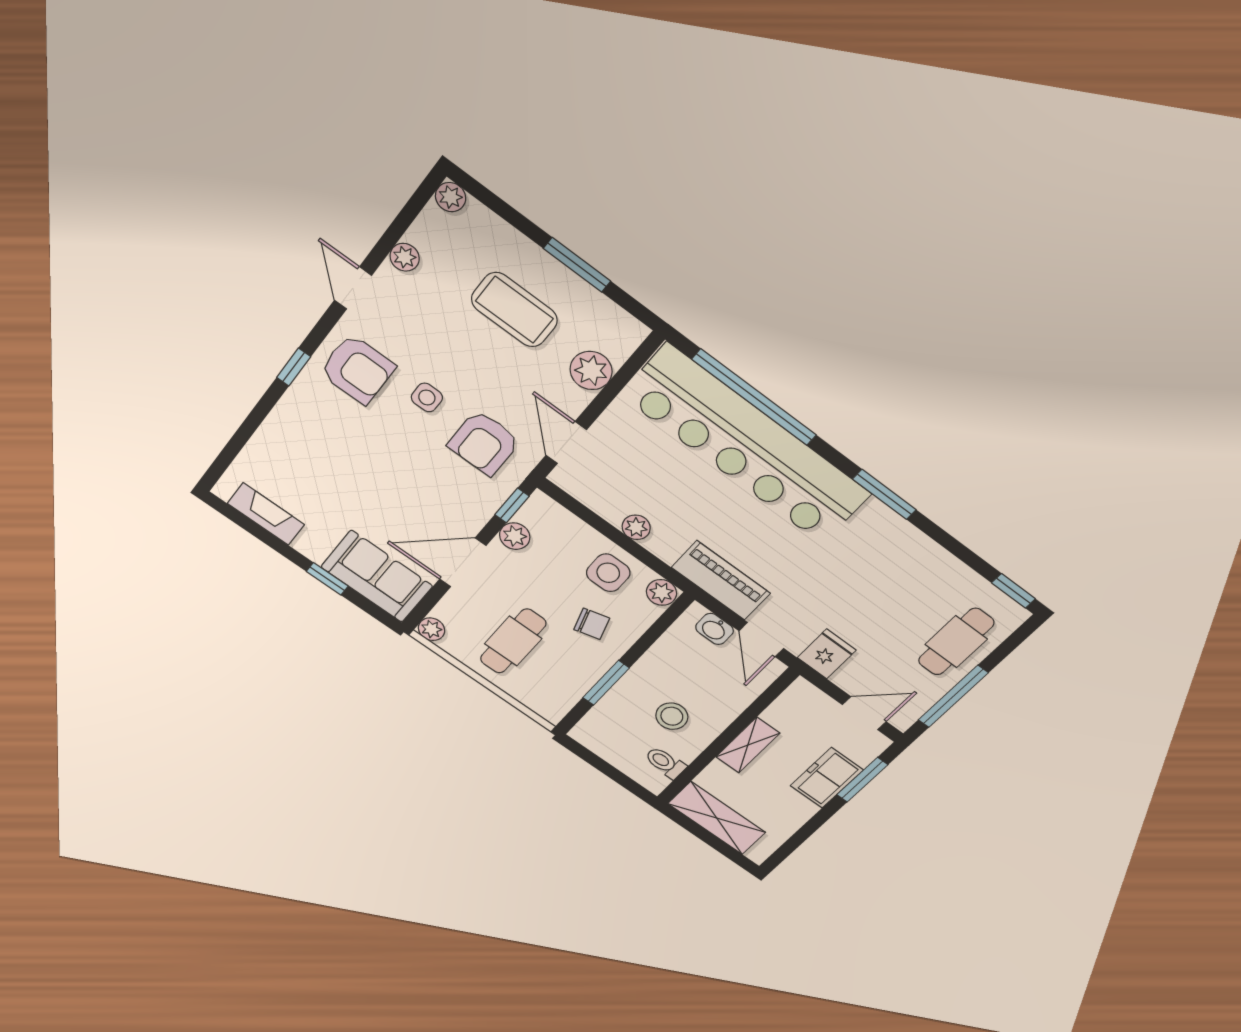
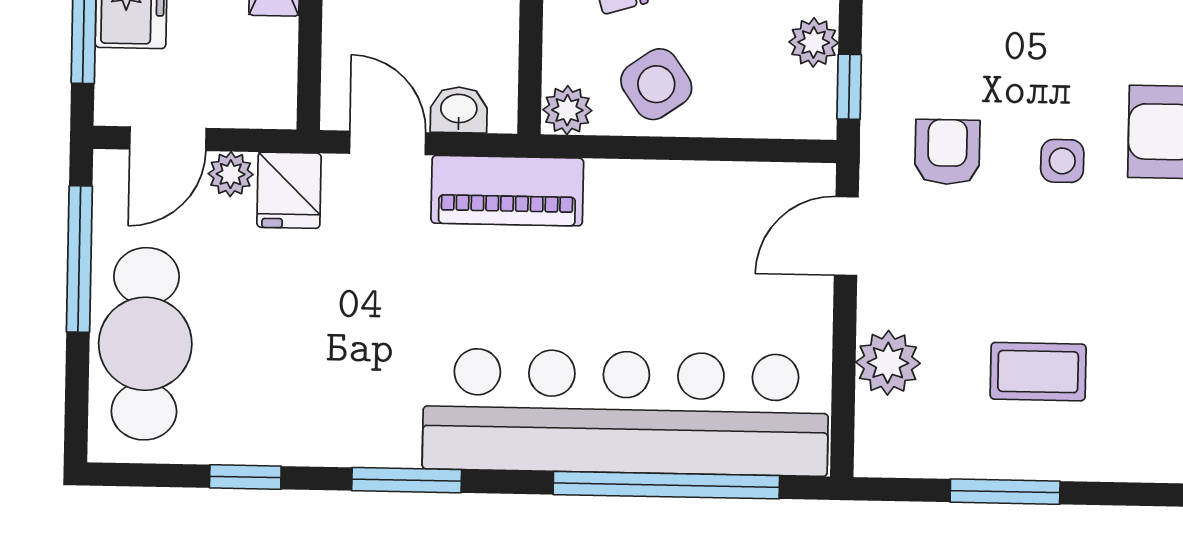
coffee table: (514, 310) -> (1038, 372), width x0.73, depth x0.77
armchair: (484, 443) -> (947, 152), width x0.72, depth x0.72
door: (566, 443) -> (846, 236), swing flipped
plant: (636, 527) -> (231, 174), moved
side table: (608, 573) -> (656, 84), turned -35
window: (1013, 591) -> (245, 477), moved
cafe table: (956, 642) -> (145, 344), width x1.37, depth x1.35

